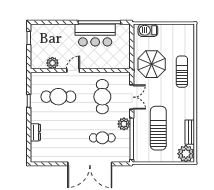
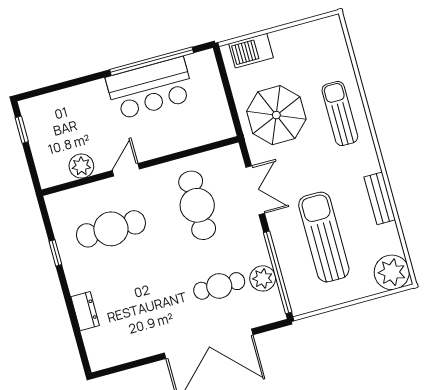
plant: (124, 124) -> (263, 278), moved
bench: (190, 132) -> (380, 198), moved

